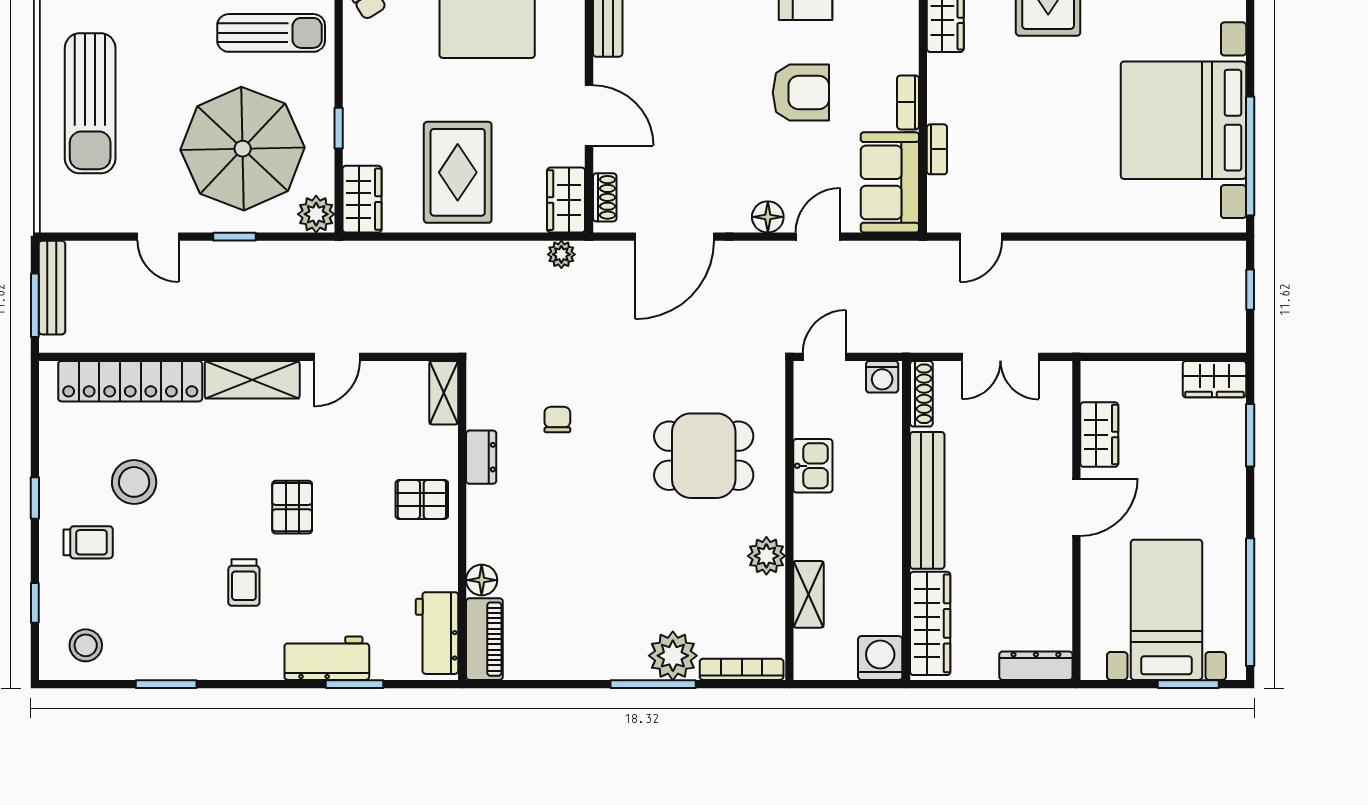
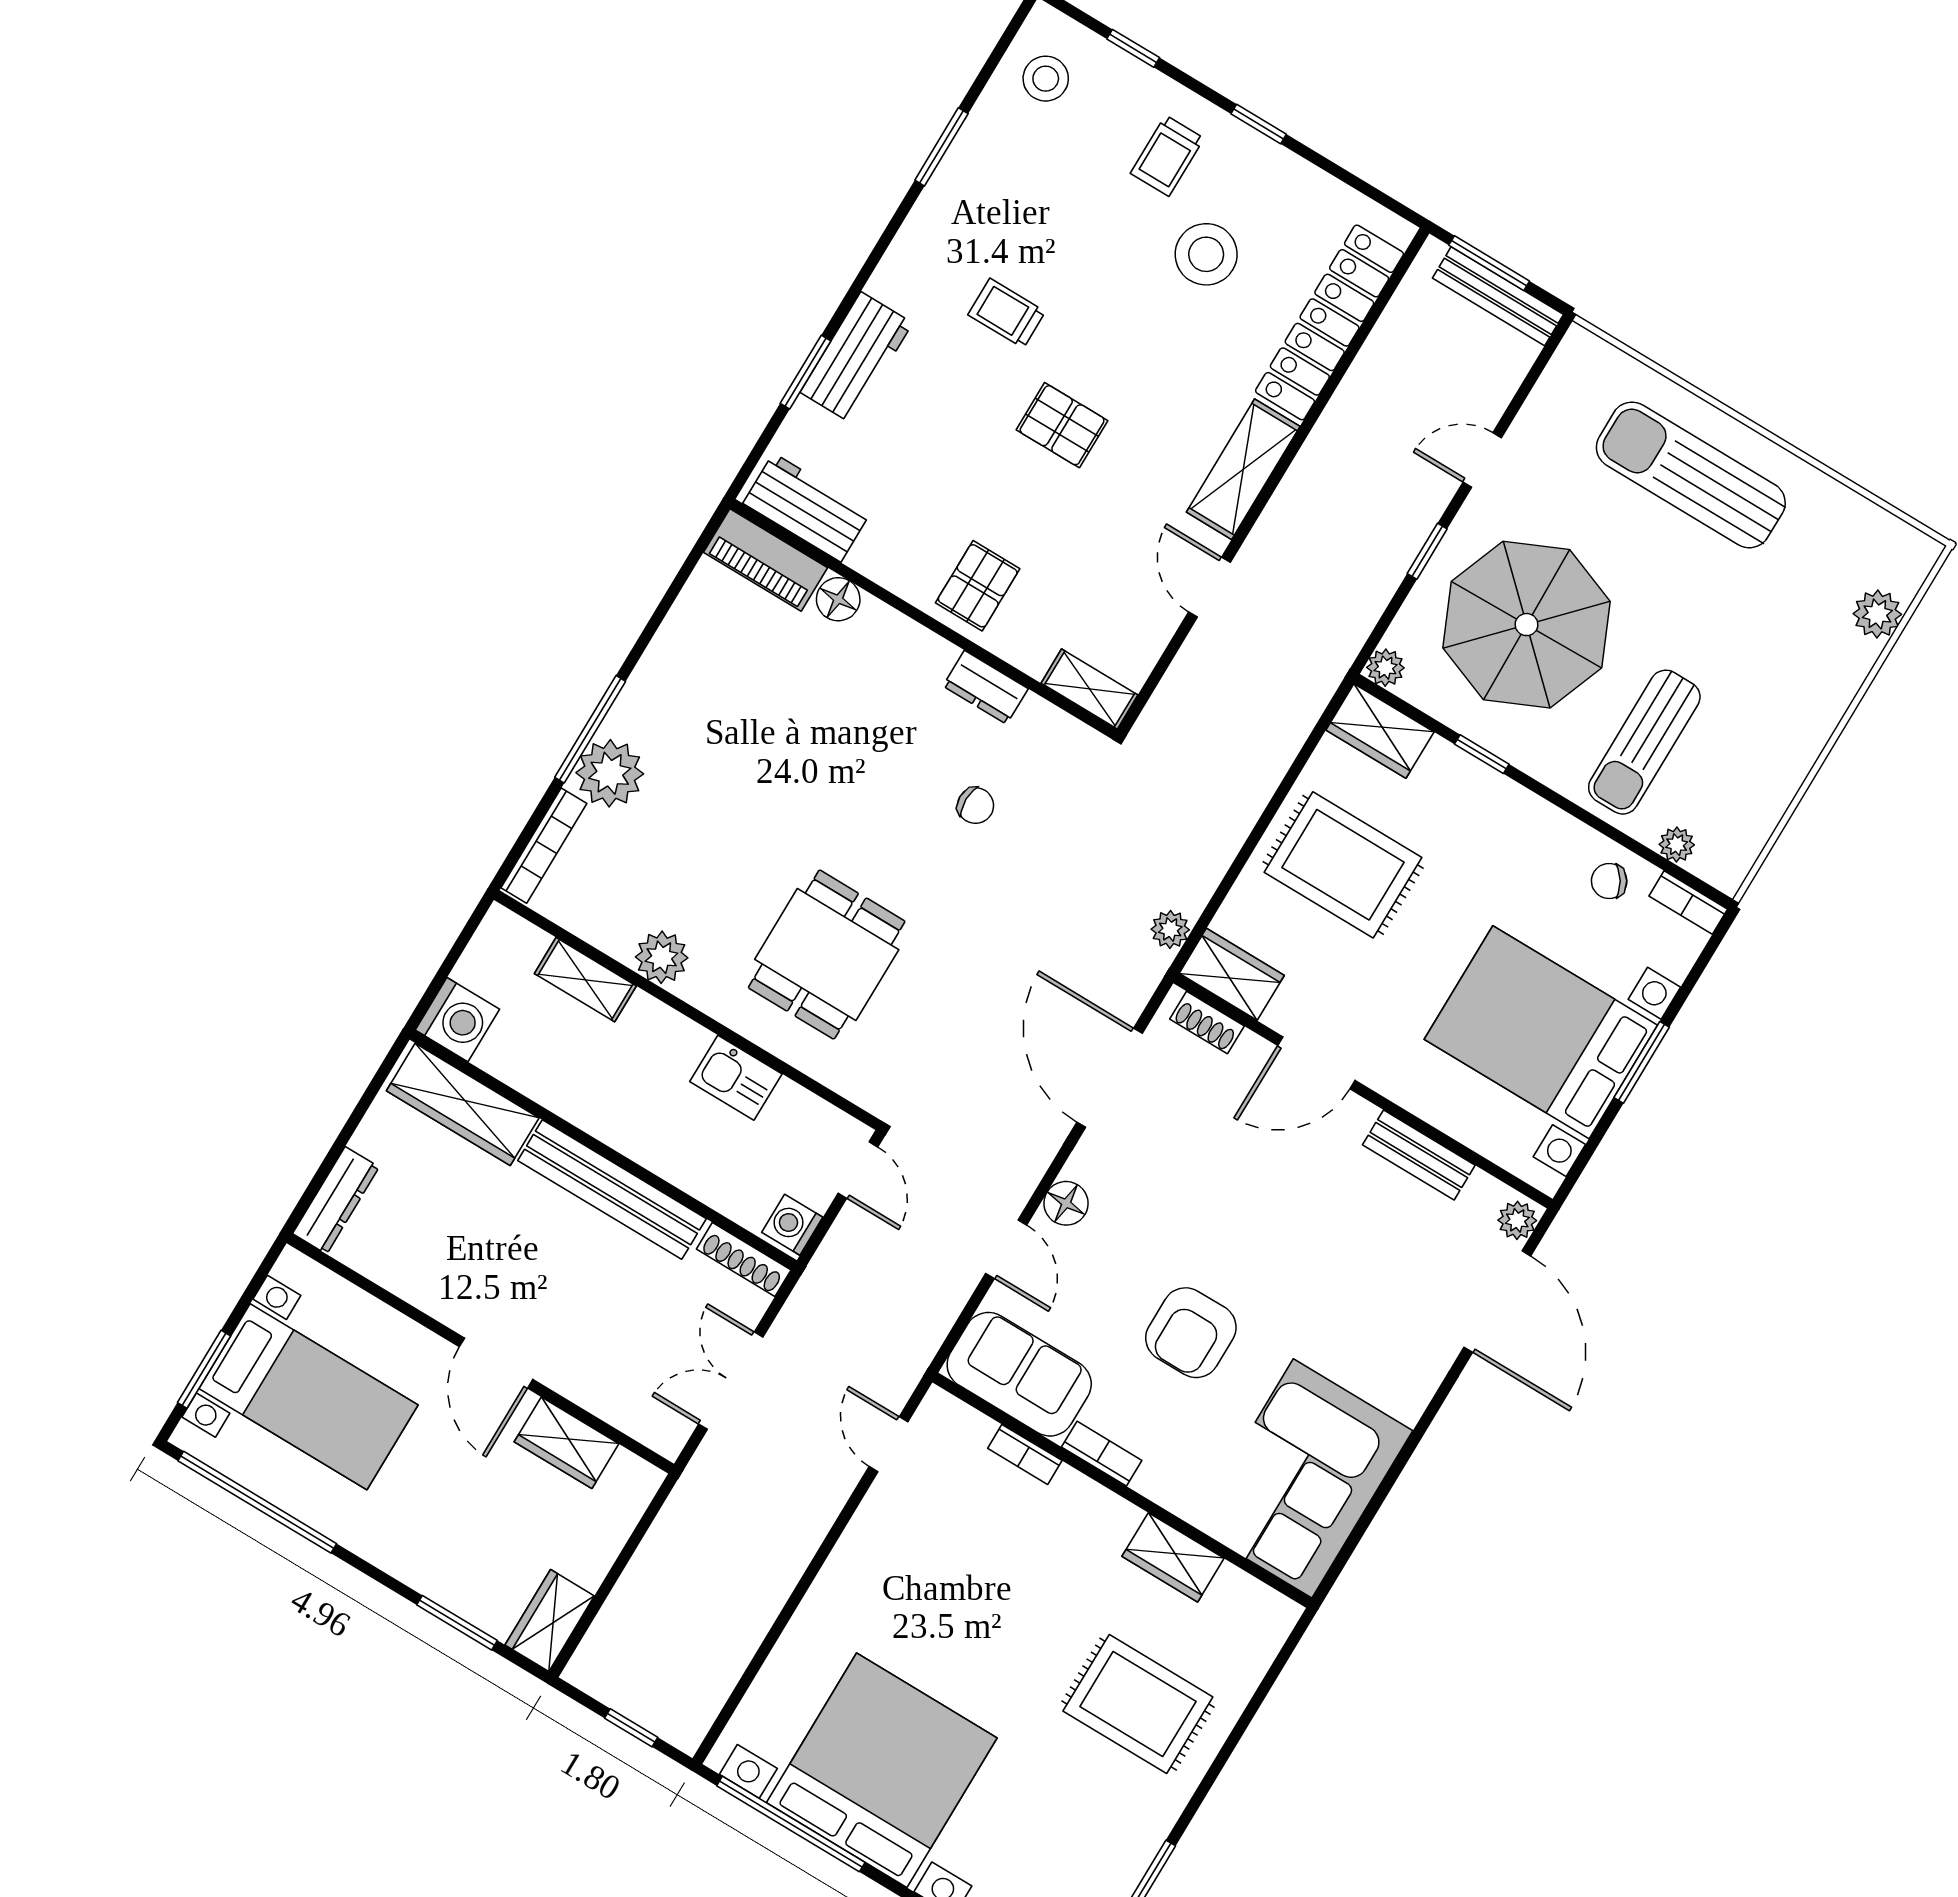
plant: (316, 214) -> (1385, 668), width x0.73, depth x0.73

